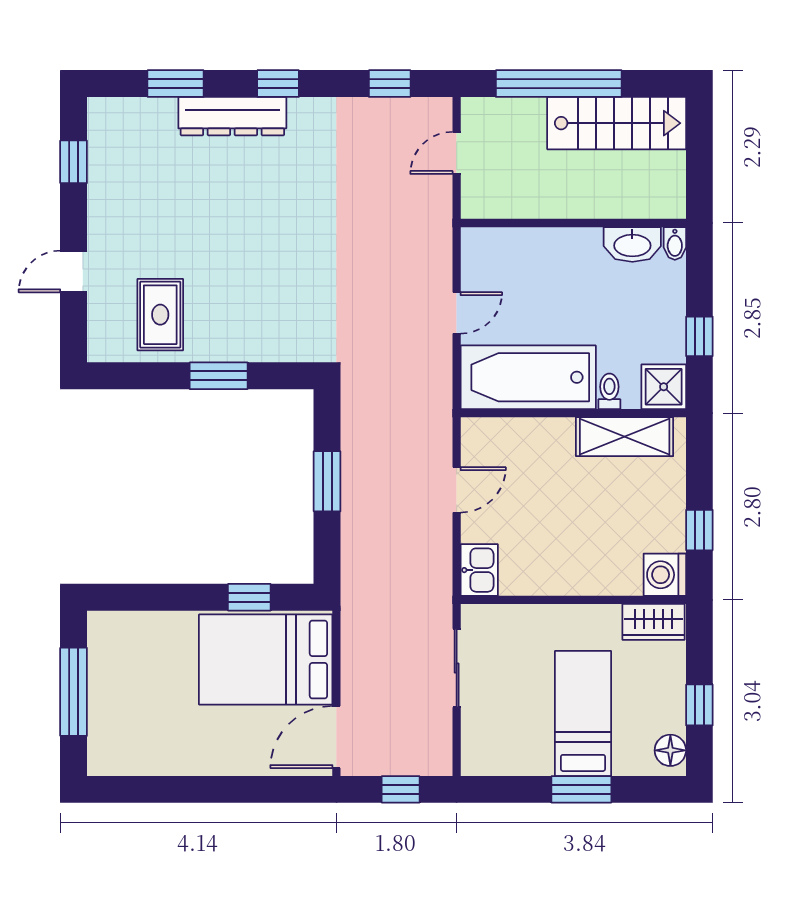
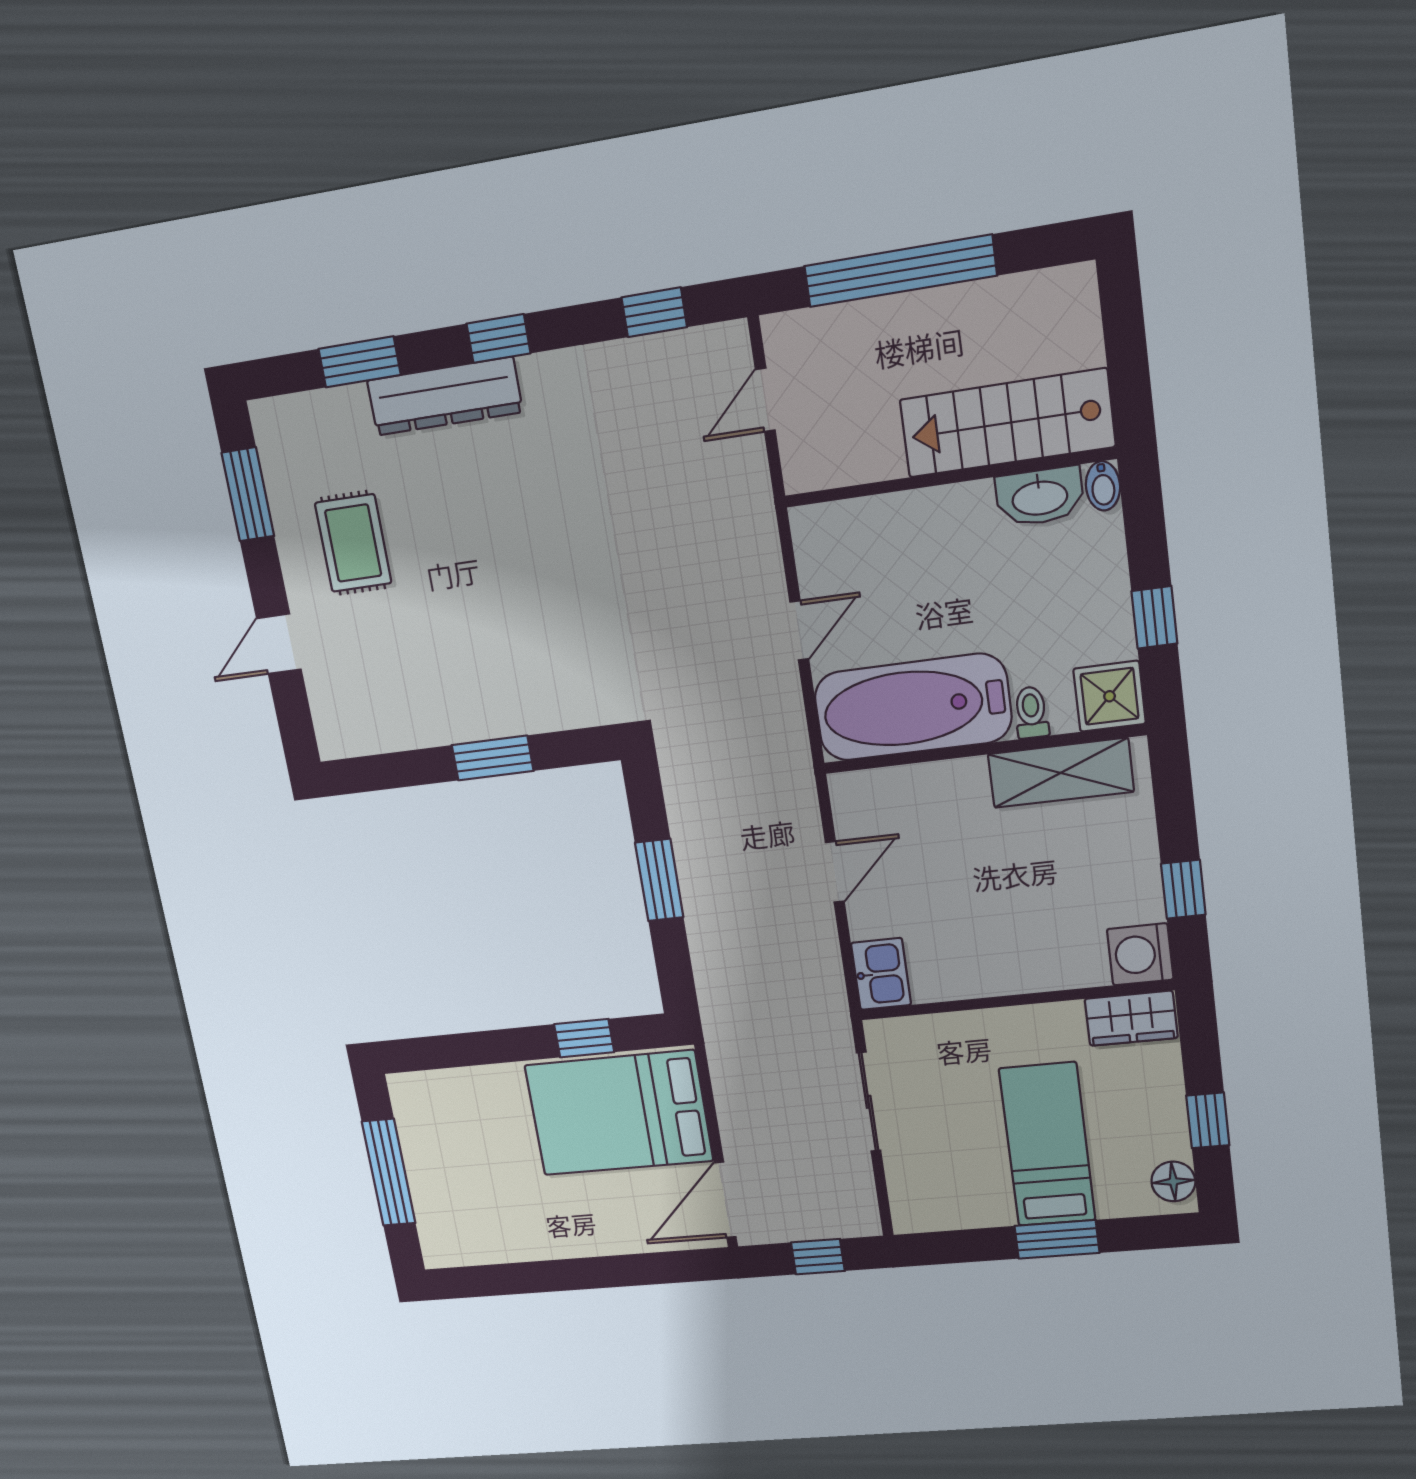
stairs: (617, 123) -> (1007, 423), moved, turned 180
window: (74, 162) -> (248, 494), width x1.50
rug: (160, 315) -> (353, 543), moved

